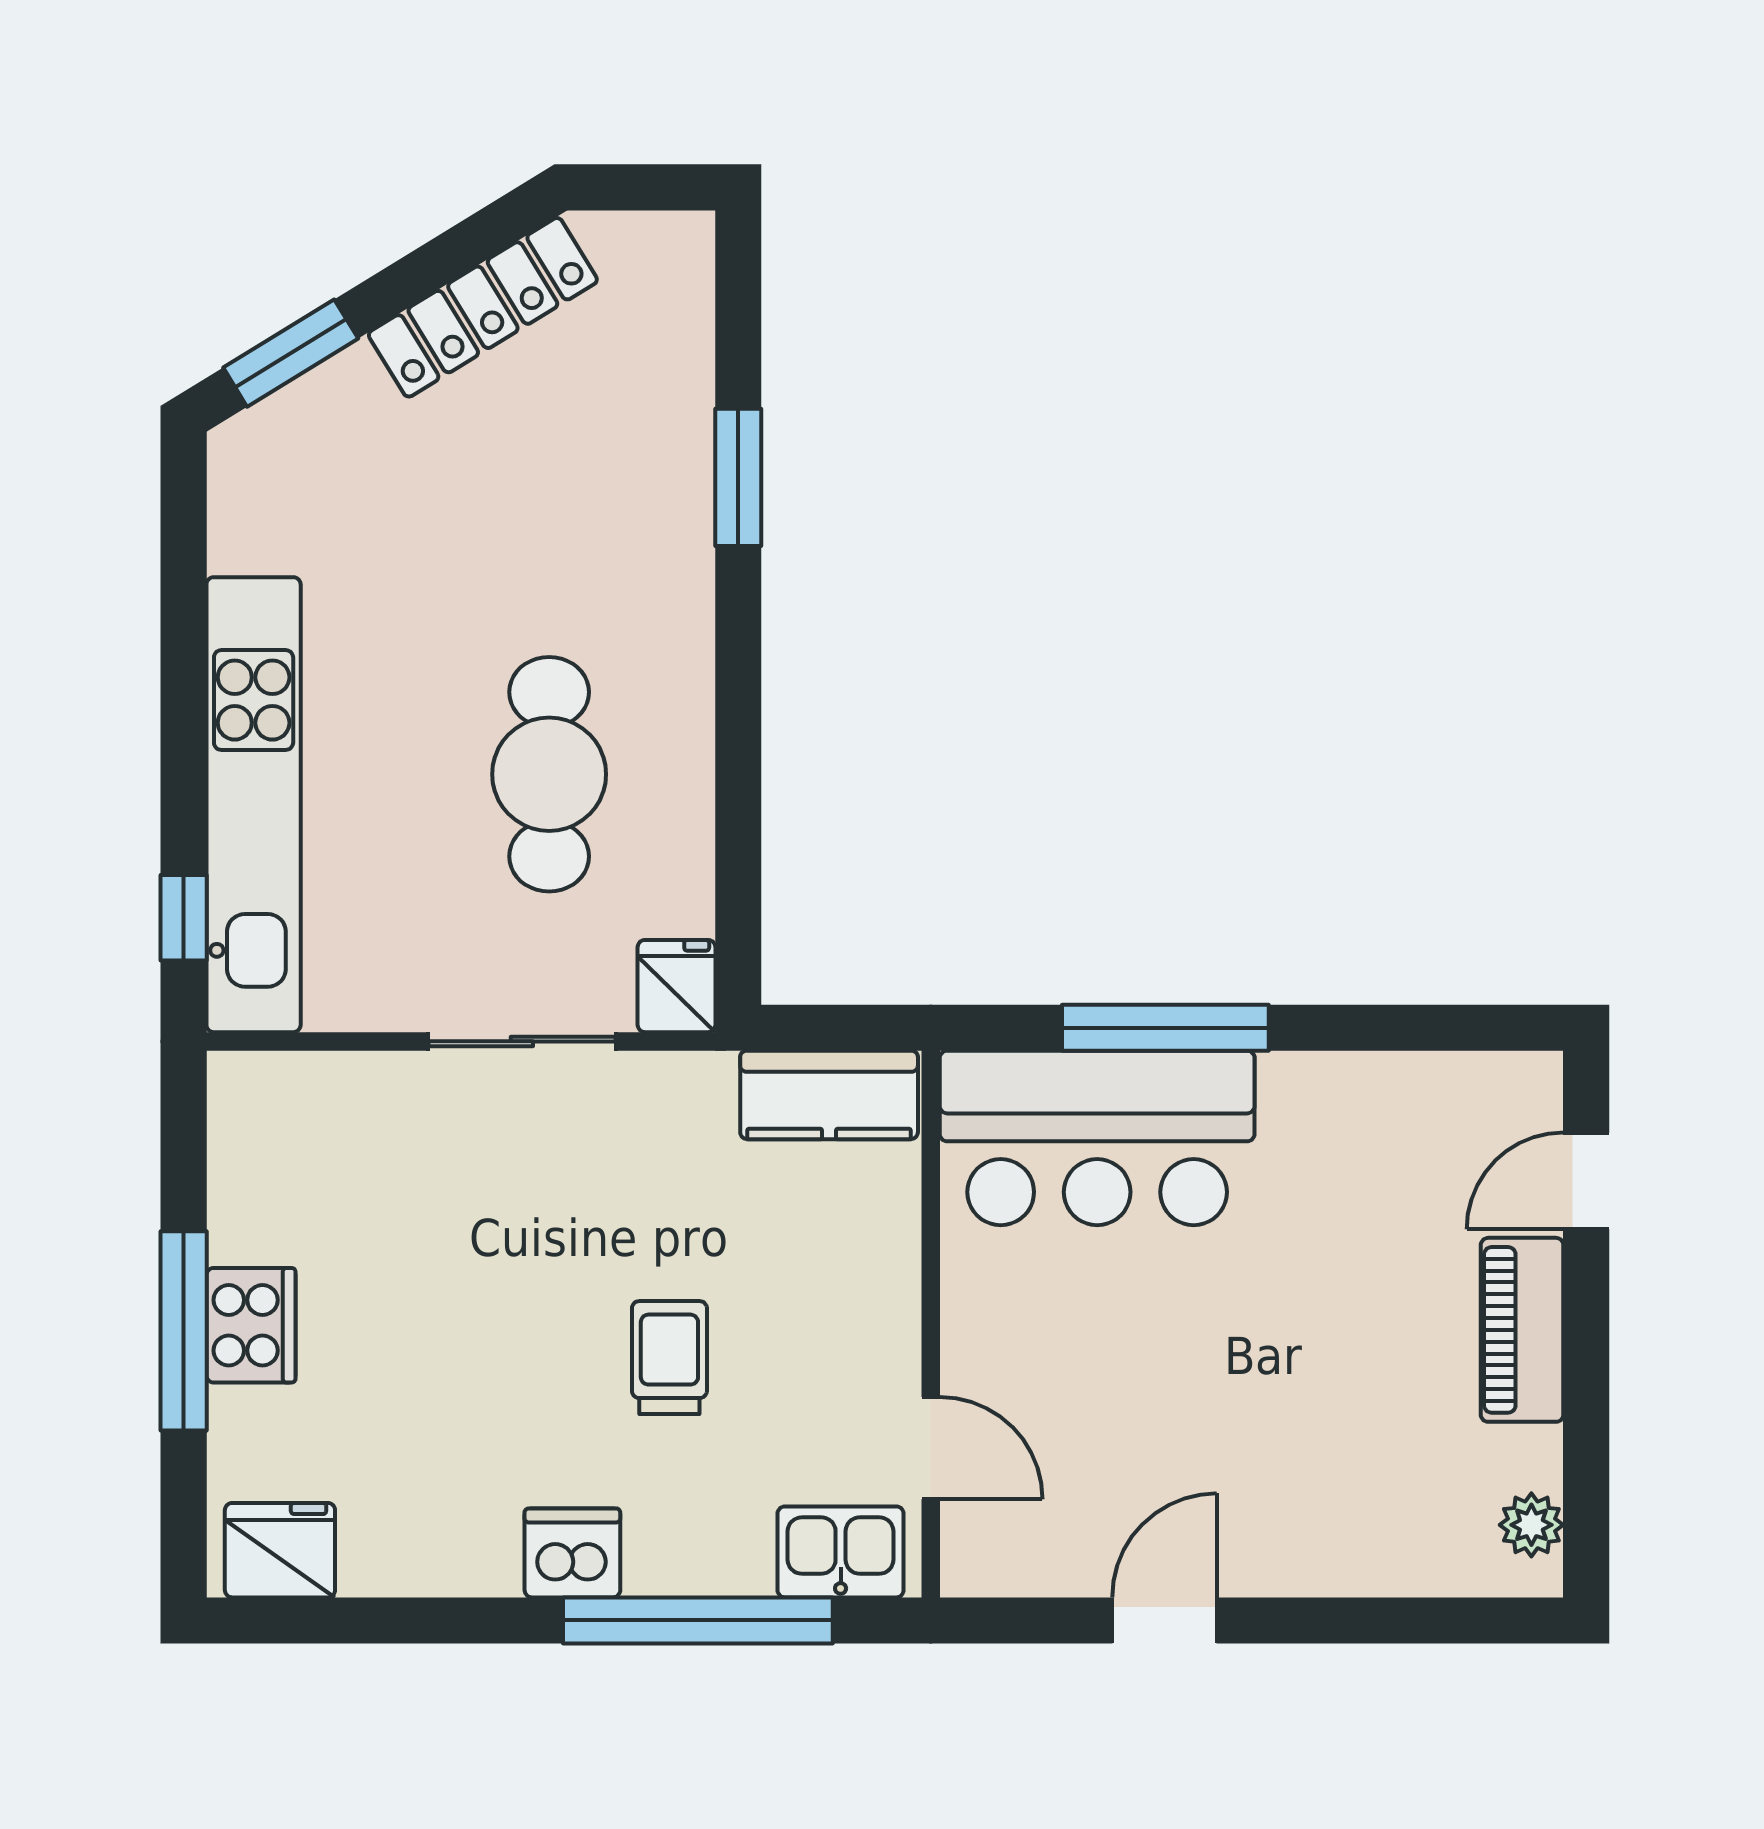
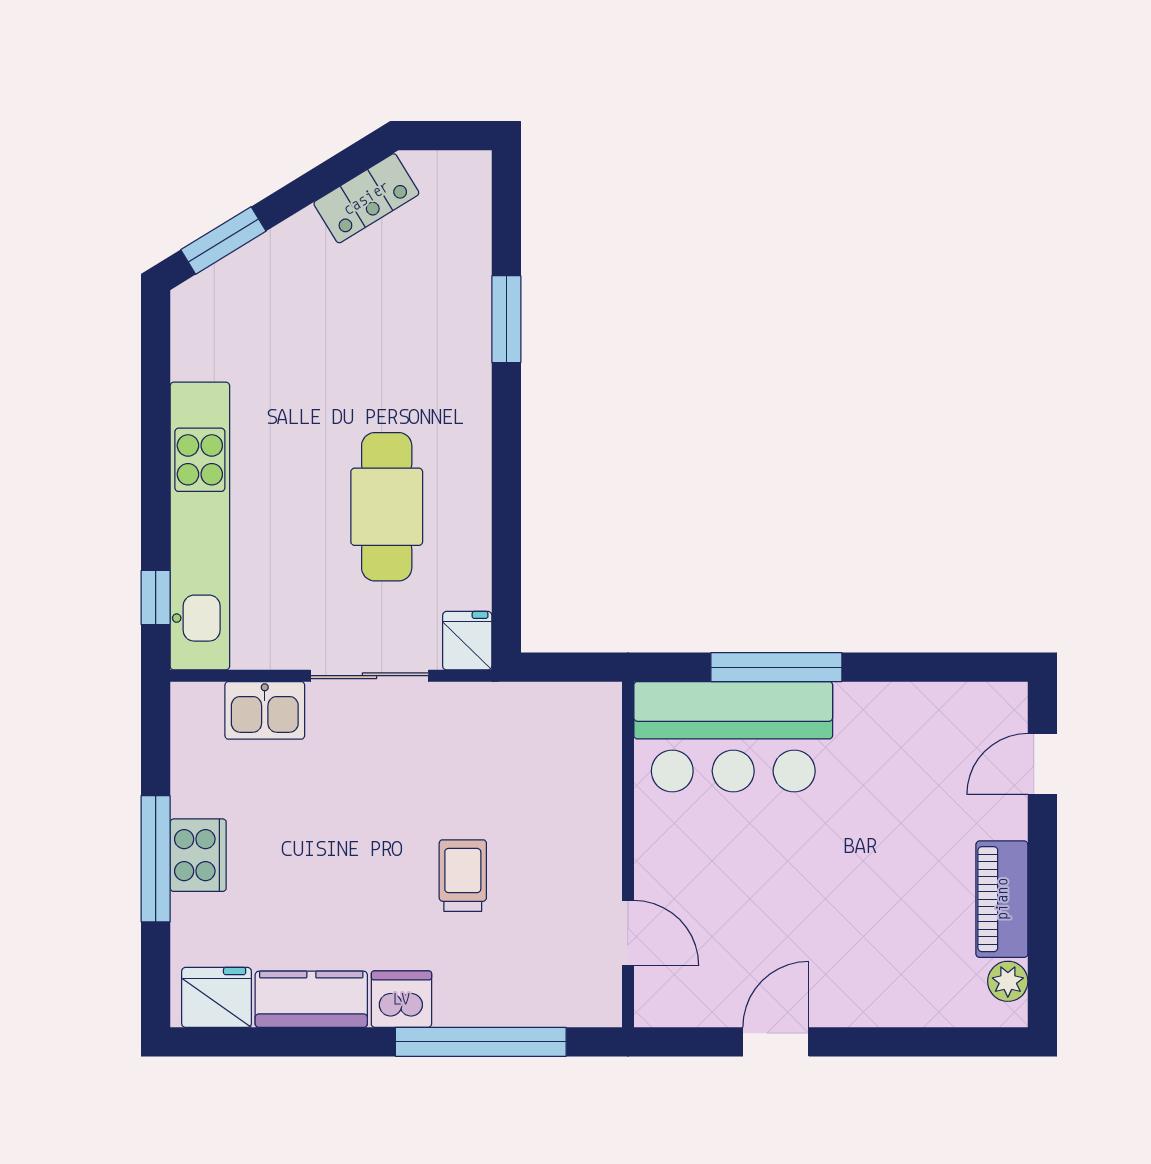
locker: (483, 307) -> (366, 198), width x0.66
kitchen counter: (829, 1095) -> (311, 999), moved, turned 180
piano: (1522, 1330) -> (1002, 899), moved
kitchen sink: (841, 1552) -> (265, 710), moved, turned 180

